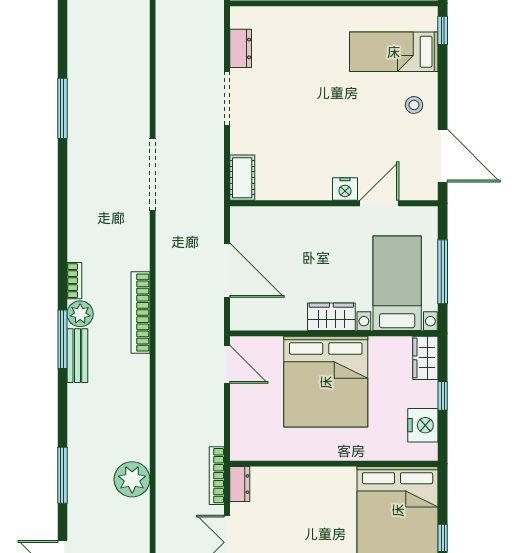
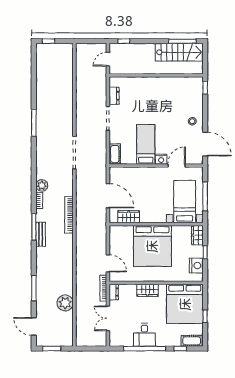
bed: (394, 52) -> (146, 144), moved, turned 90
plant: (80, 314) -> (42, 185), moved
wardrobe: (331, 317) -> (129, 217), moved
door: (227, 364) -> (108, 263), moved
plant: (132, 479) -> (65, 303), moved
wardrobe: (315, 480) -> (148, 290), added

